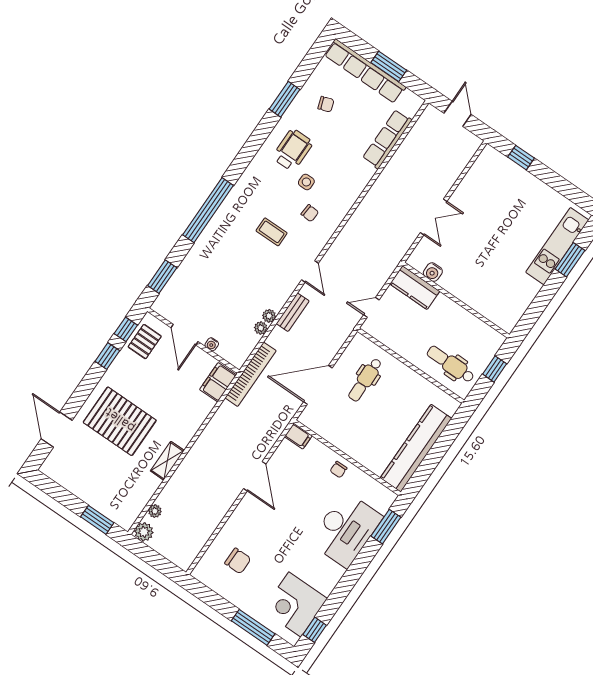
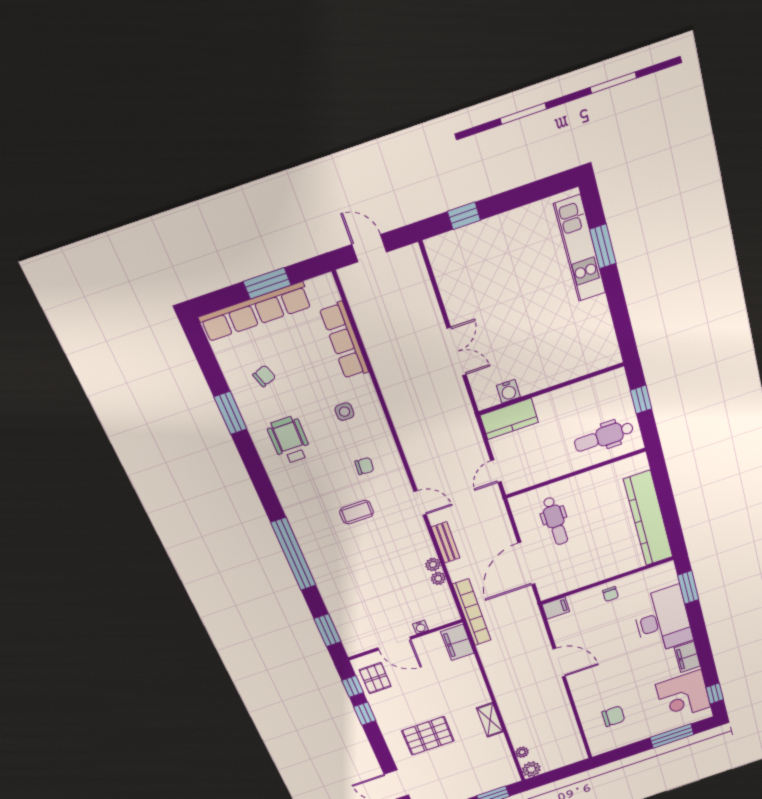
side table: (306, 182) -> (344, 412), moved
pallet: (120, 421) -> (428, 736), width x0.73, depth x0.71
filing cabinet: (330, 578) -> (687, 657), added

